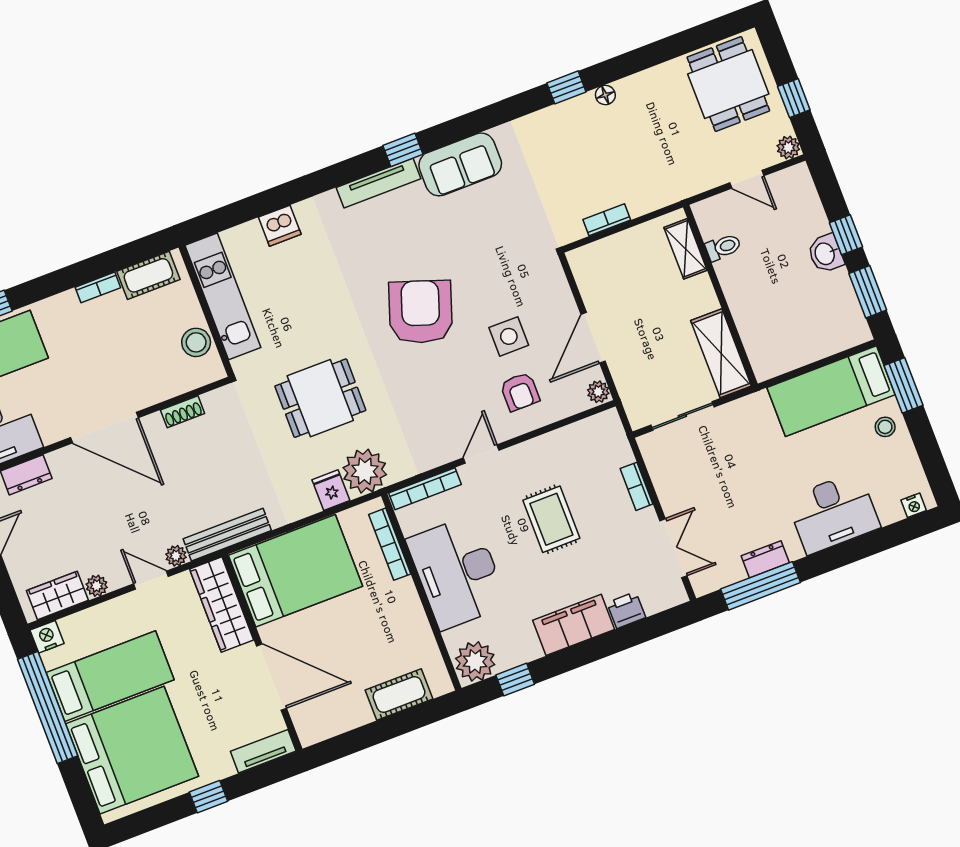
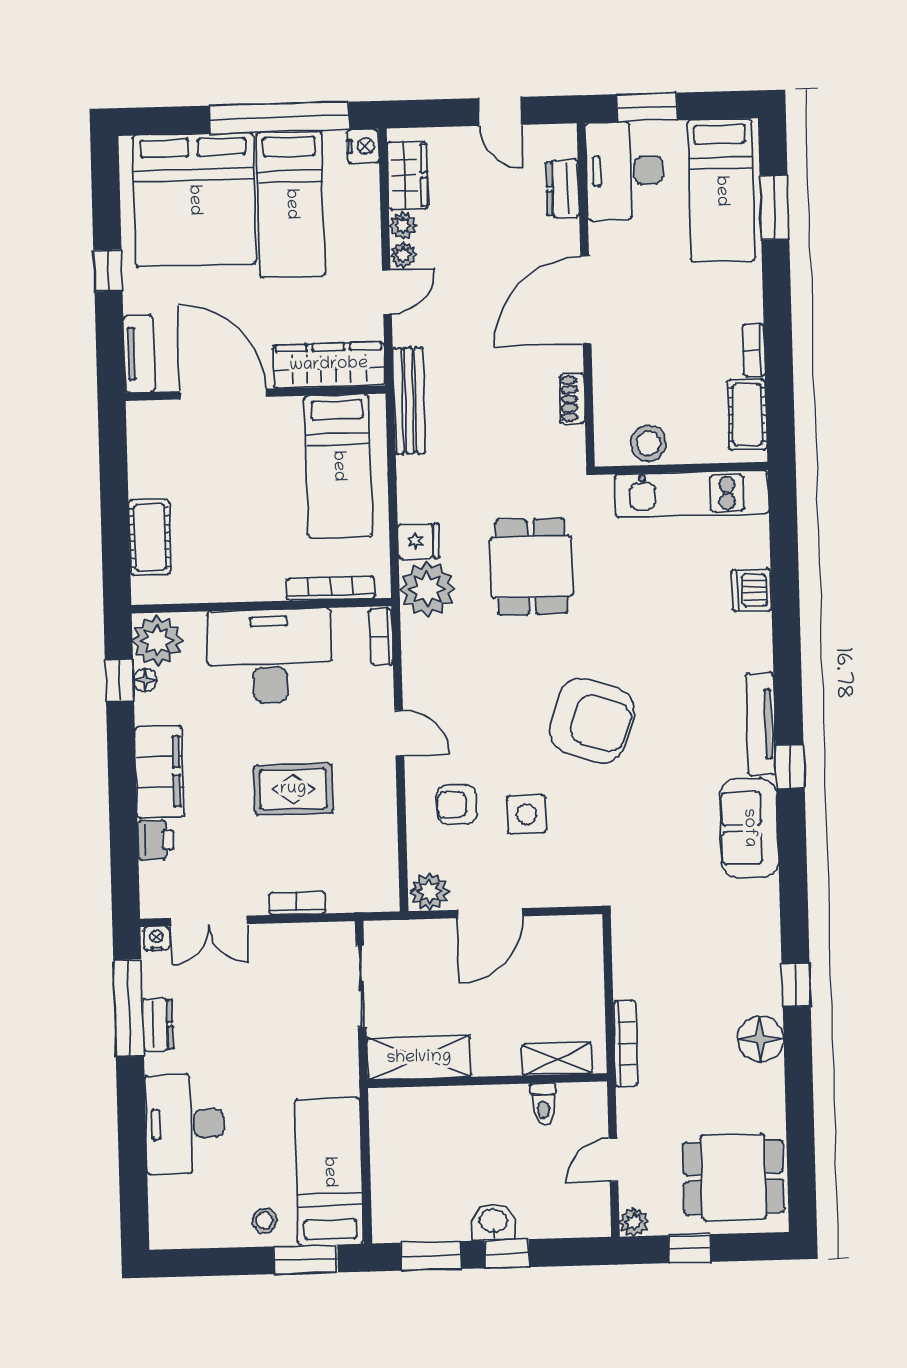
floor lamp: (605, 95) -> (761, 1039), width x1.89, depth x1.89
bookcase: (607, 220) -> (625, 1044), moved, width x1.56
door: (593, 338) -> (490, 913), swing flipped
plant: (598, 392) -> (429, 892), width x1.38, depth x1.38
bookcase: (425, 489) -> (381, 637), width x0.64
nightstand: (914, 505) -> (157, 938), moved, turned 90
plant: (176, 556) -> (403, 255), moved
bed: (296, 571) -> (338, 466), width x0.67
floor lamp: (508, 660) -> (145, 680), added
door: (271, 677) -> (223, 394), swing flipped

